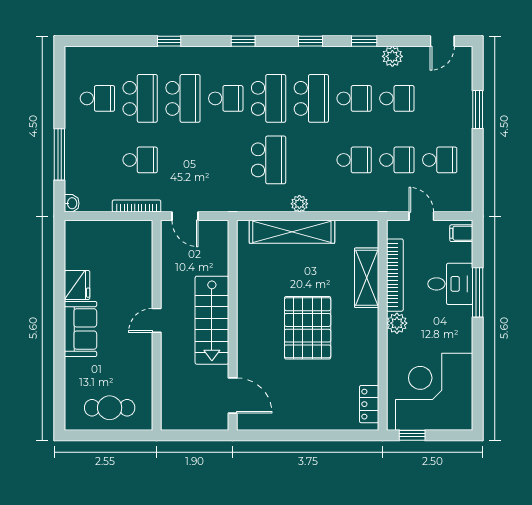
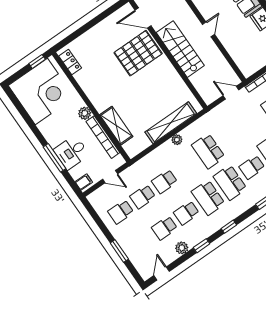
pallet: (308, 328) -> (138, 53), moved, turned 90

